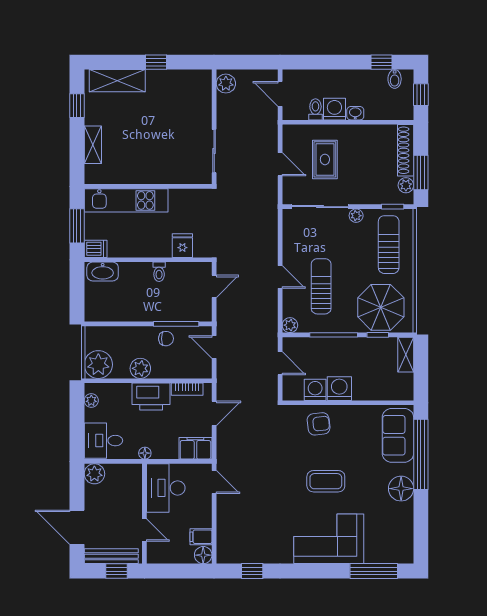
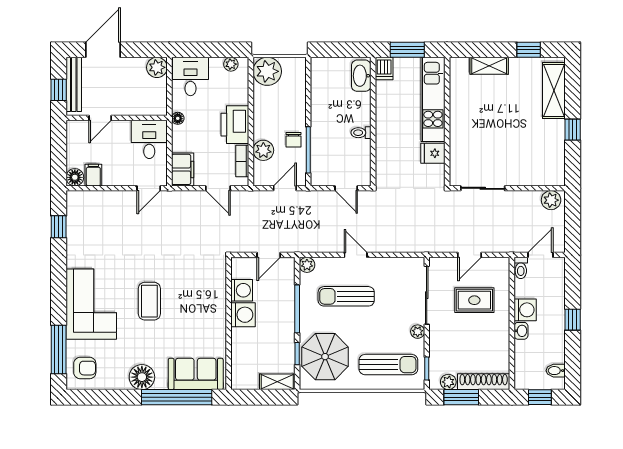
window: (382, 62) -> (573, 320), moved
toilet: (315, 109) -> (521, 268), moved, turned 90
fridge: (182, 246) -> (433, 153), moved, turned 180
door: (280, 277) -> (356, 255), swing flipped
sun lounger: (321, 286) -> (346, 296), turned 180
plant: (140, 368) -> (263, 150), moved
armchair: (319, 424) -> (85, 368), moved, turned -83
desk: (166, 488) -> (149, 139), width x0.73

